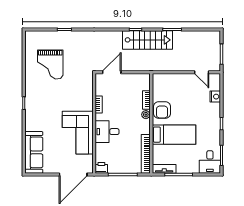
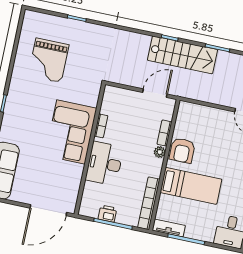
door: (112, 72) -> (155, 93), moved
desk: (107, 132) -> (104, 164), width x1.37
corner sofa: (78, 133) -> (71, 132), moved
printer: (101, 168) -> (107, 214), moved

